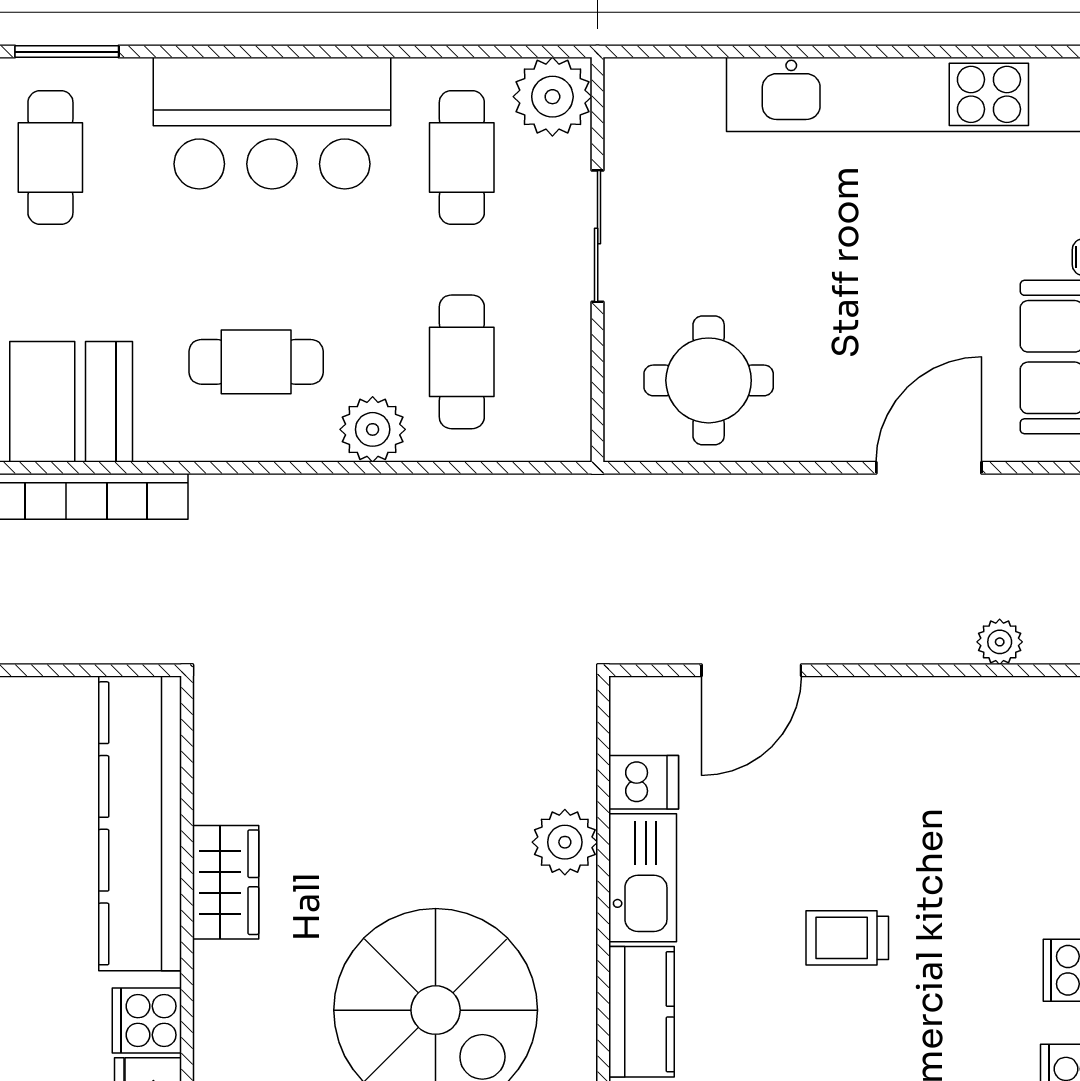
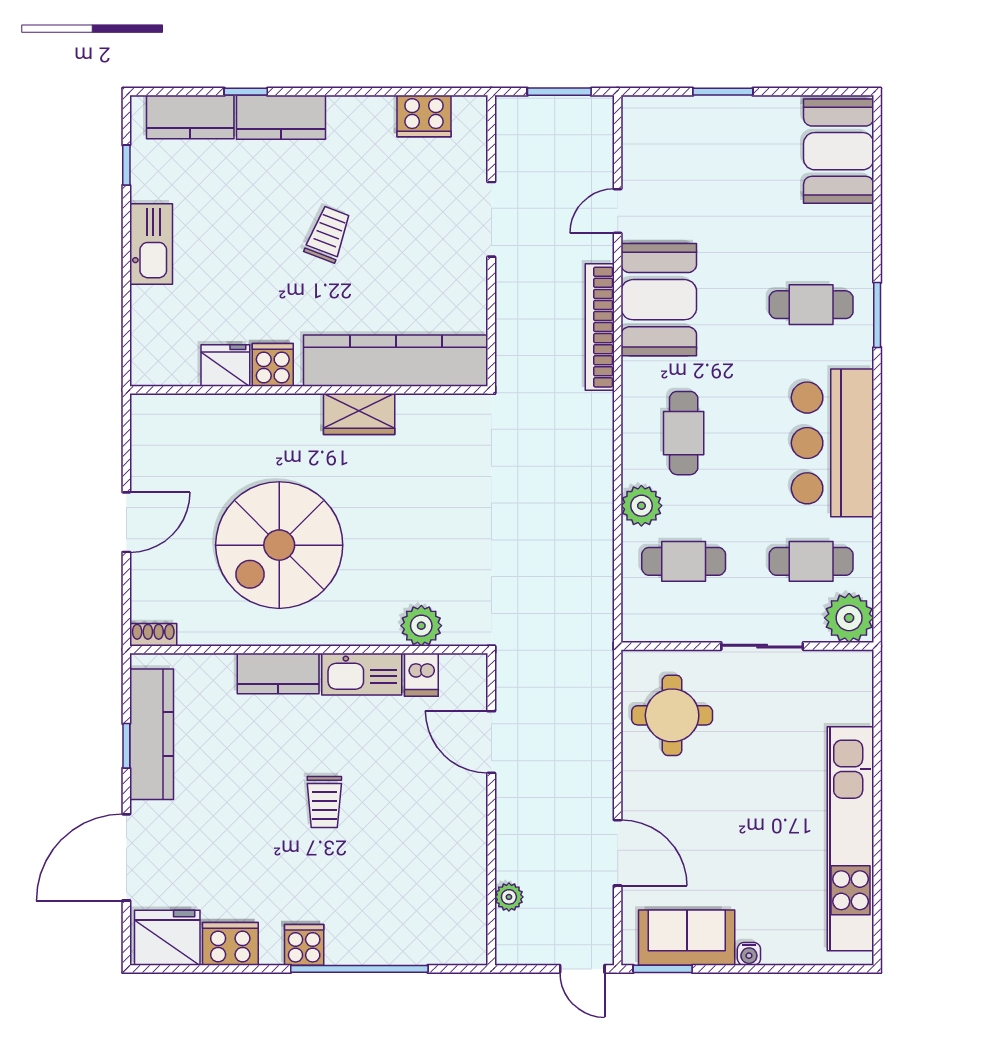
plant: (565, 842) -> (421, 626), moved
trolley: (847, 938) -> (324, 802), turned 180

